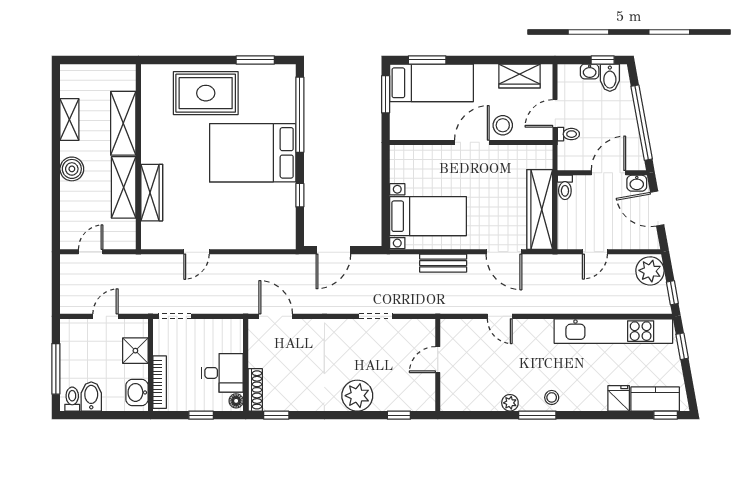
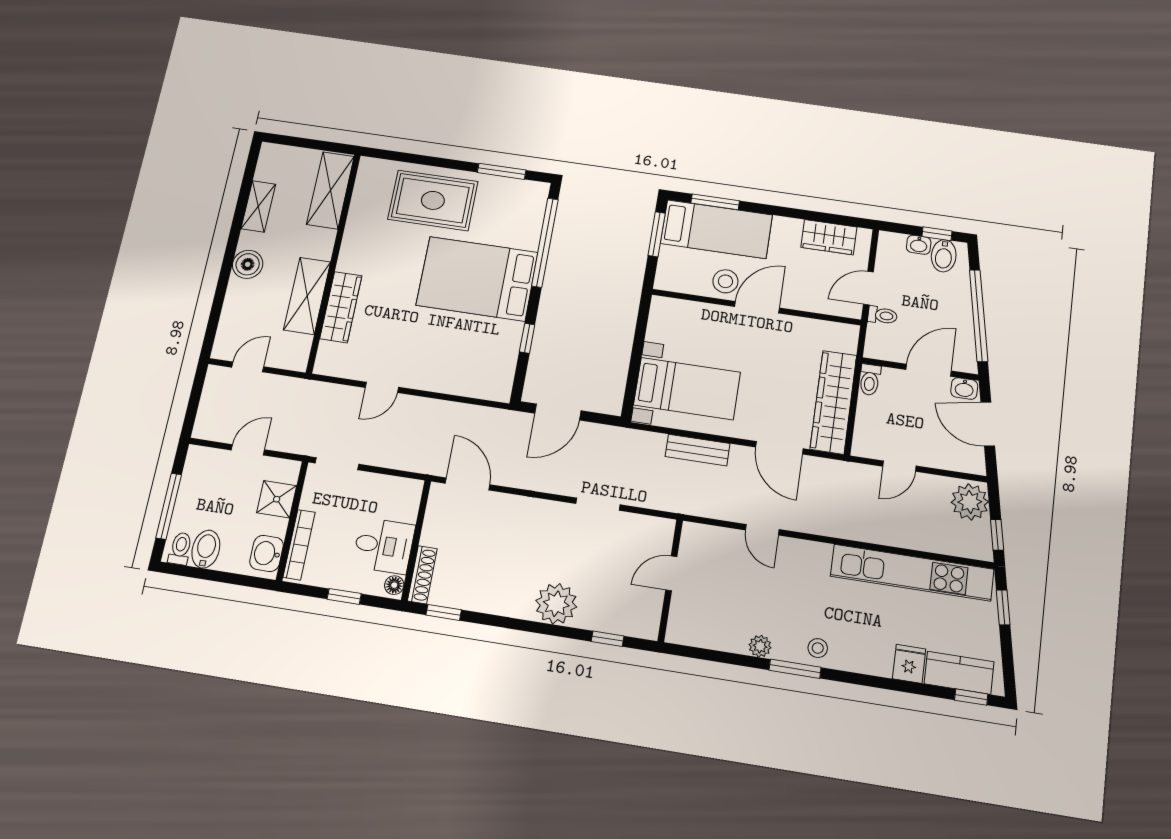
shelving: (123, 123) -> (330, 190), moved
stool: (503, 125) -> (725, 281), moved

